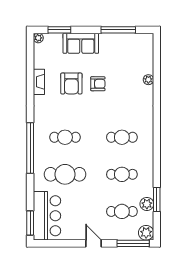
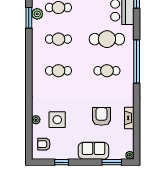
window: (118, 30) -> (62, 162), width x0.46
side table: (123, 80) -> (57, 120), added
armchair: (98, 84) -> (44, 144), moved

